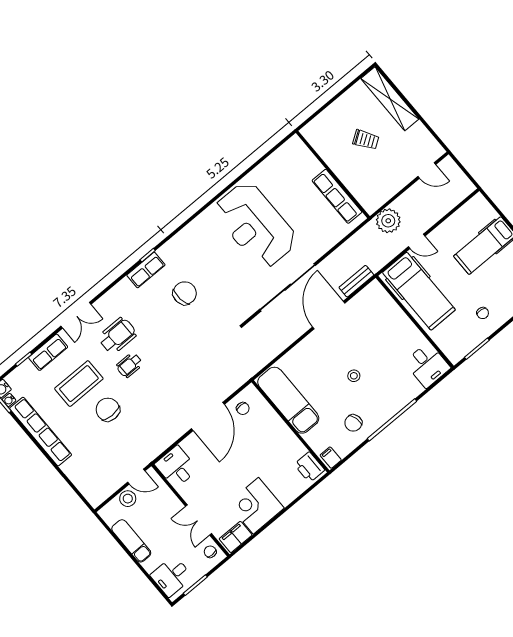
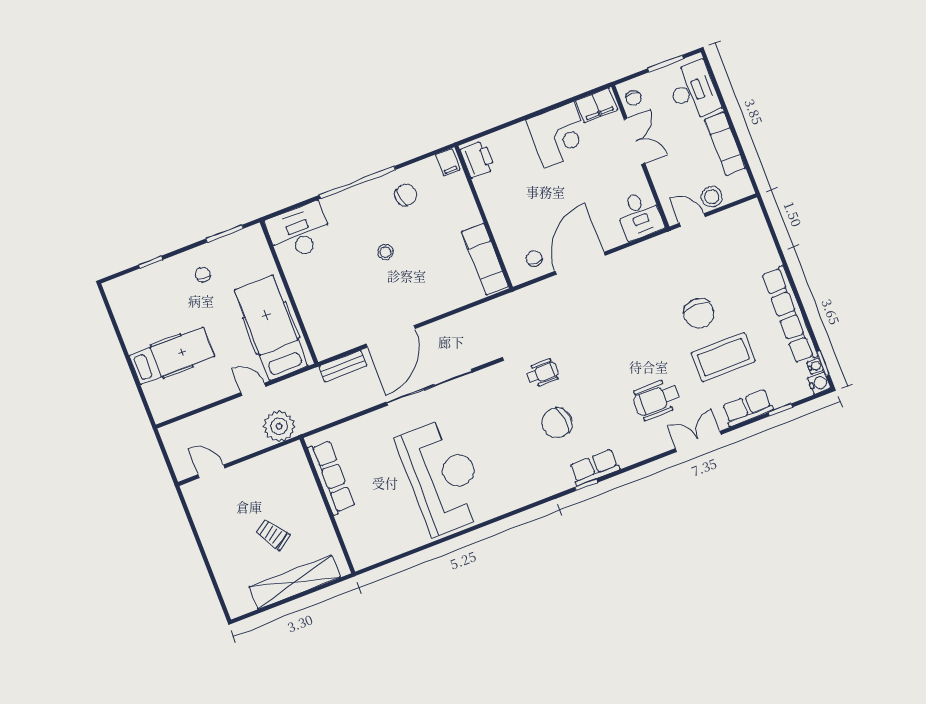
shelving: (390, 99) -> (295, 582), moved, turned 90
wheelchair: (129, 365) -> (542, 373), moved
desk: (427, 365) -> (299, 232), width x1.37
exam couch: (288, 400) -> (485, 259), width x0.73, depth x0.69
desk: (172, 576) -> (693, 91), width x1.37

